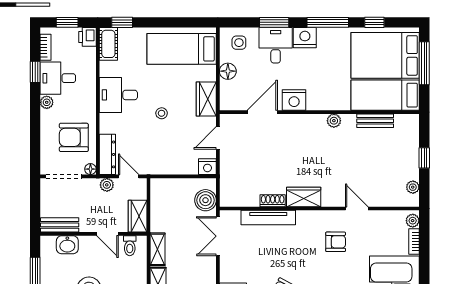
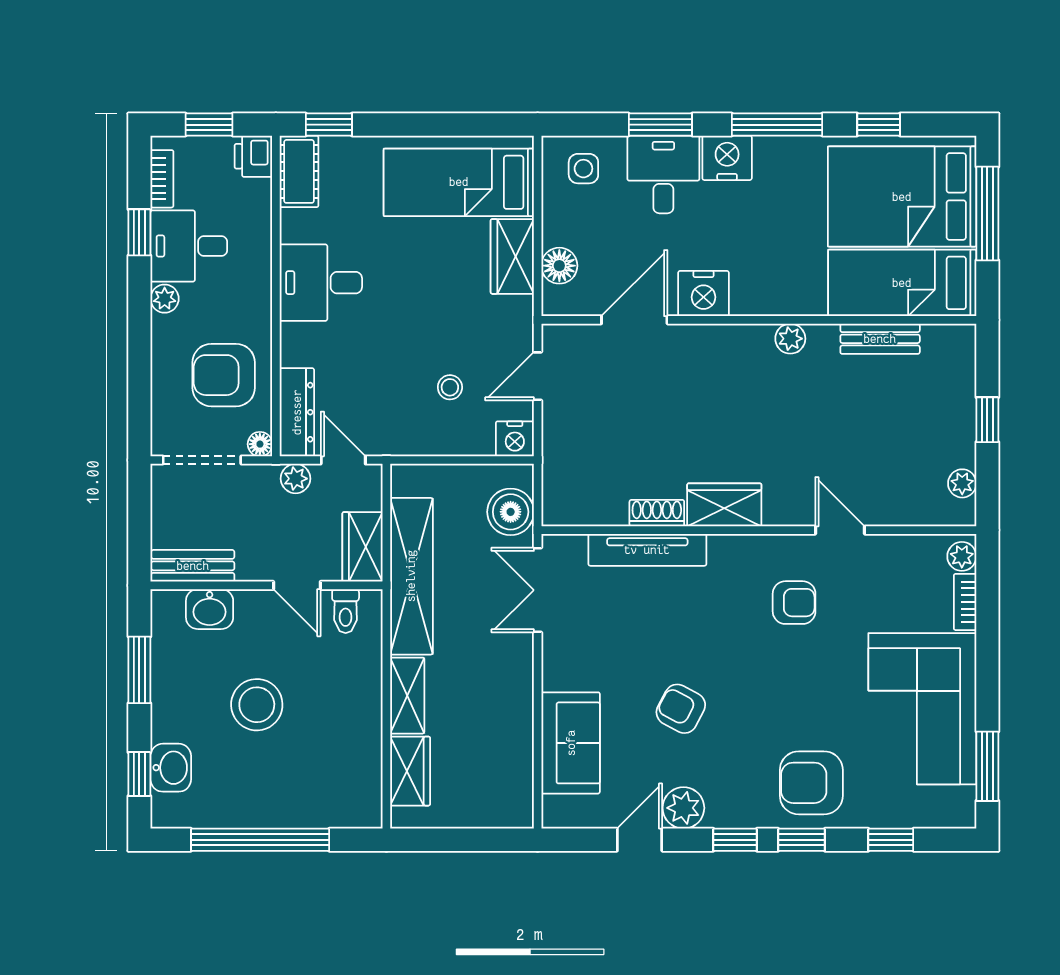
floor lamp: (228, 71) -> (559, 266), moved
wardrobe: (206, 99) -> (512, 256), moved
stool: (162, 113) -> (450, 387), moved
shelving: (158, 249) -> (411, 576), width x2.20, depth x1.33

